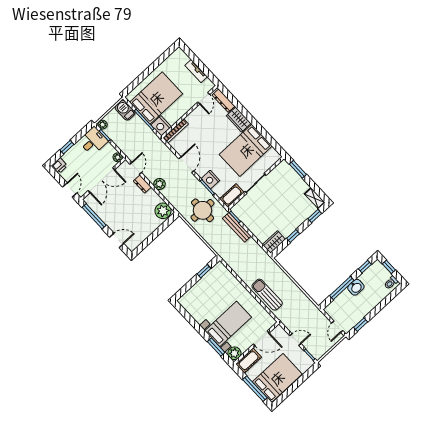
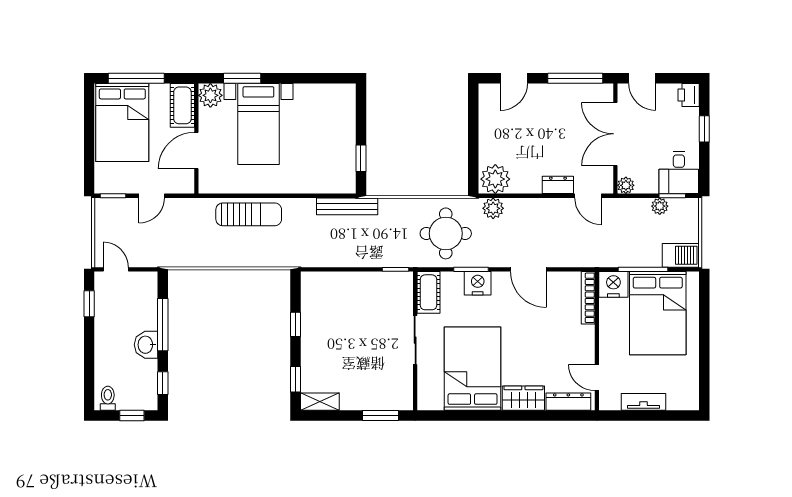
plant: (103, 125) -> (660, 206), moved
plant: (159, 184) -> (493, 208), moved
bench: (237, 227) -> (347, 206), moved
wardrobe: (274, 242) -> (312, 291), removed

